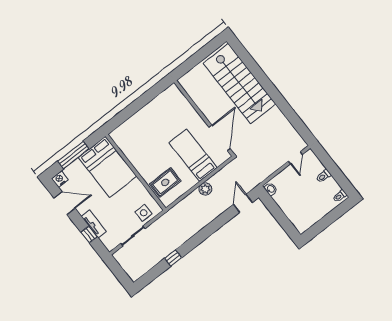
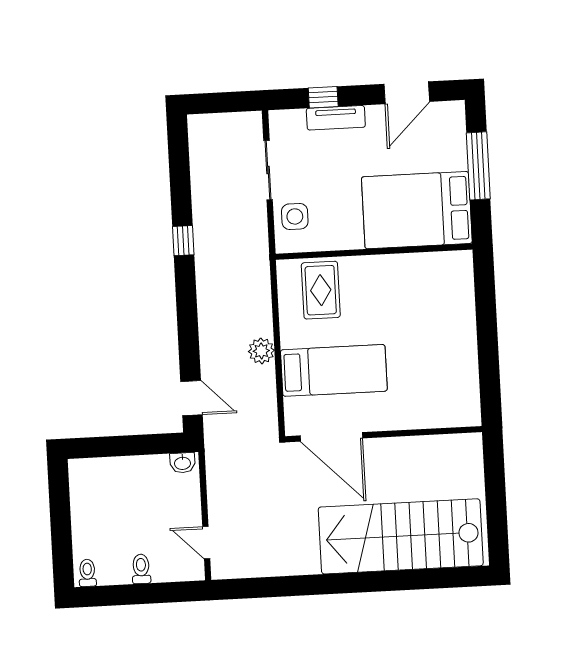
nightstand: (60, 179) -> (453, 114), removed
window: (173, 258) -> (183, 241), moved

